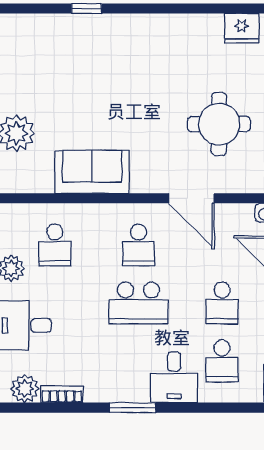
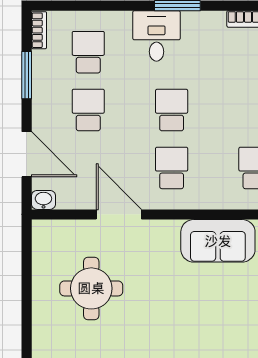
school desk: (138, 303) -> (172, 110), width x0.54
desk: (174, 377) -> (157, 36), moved

